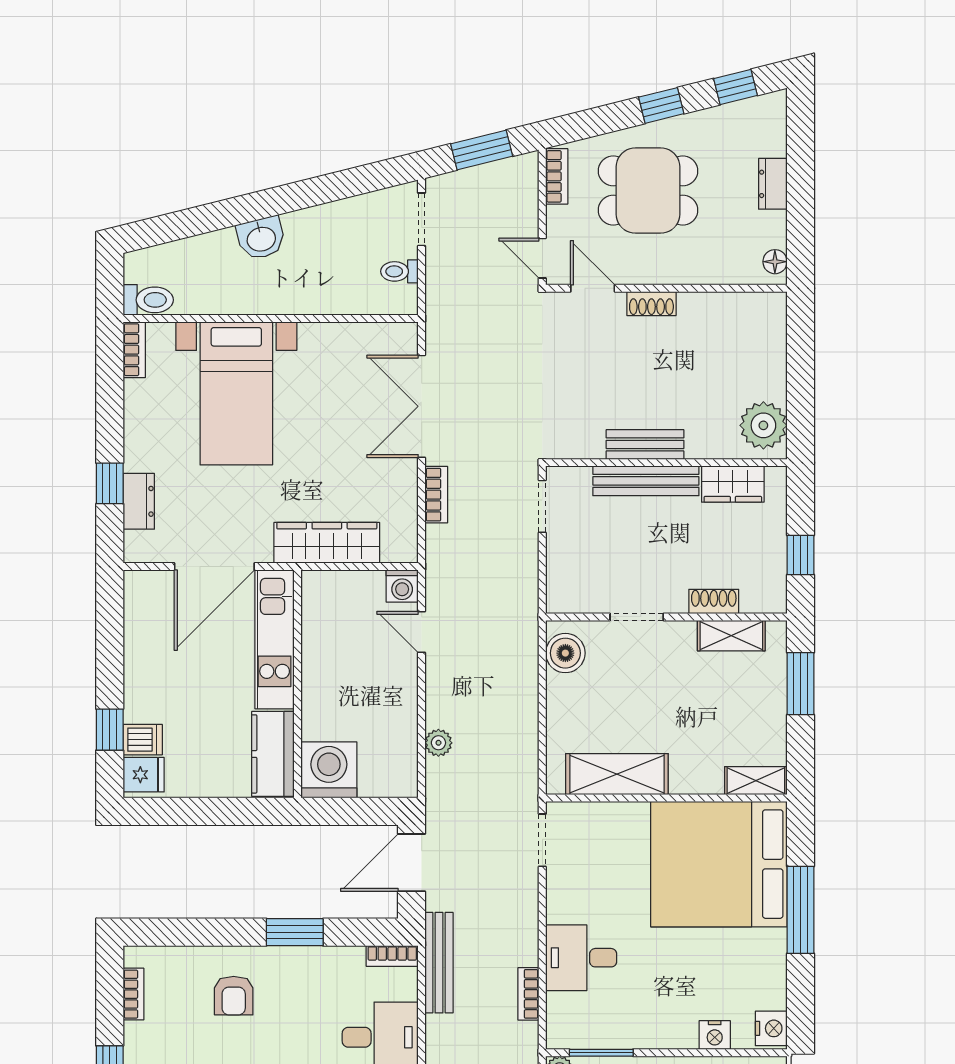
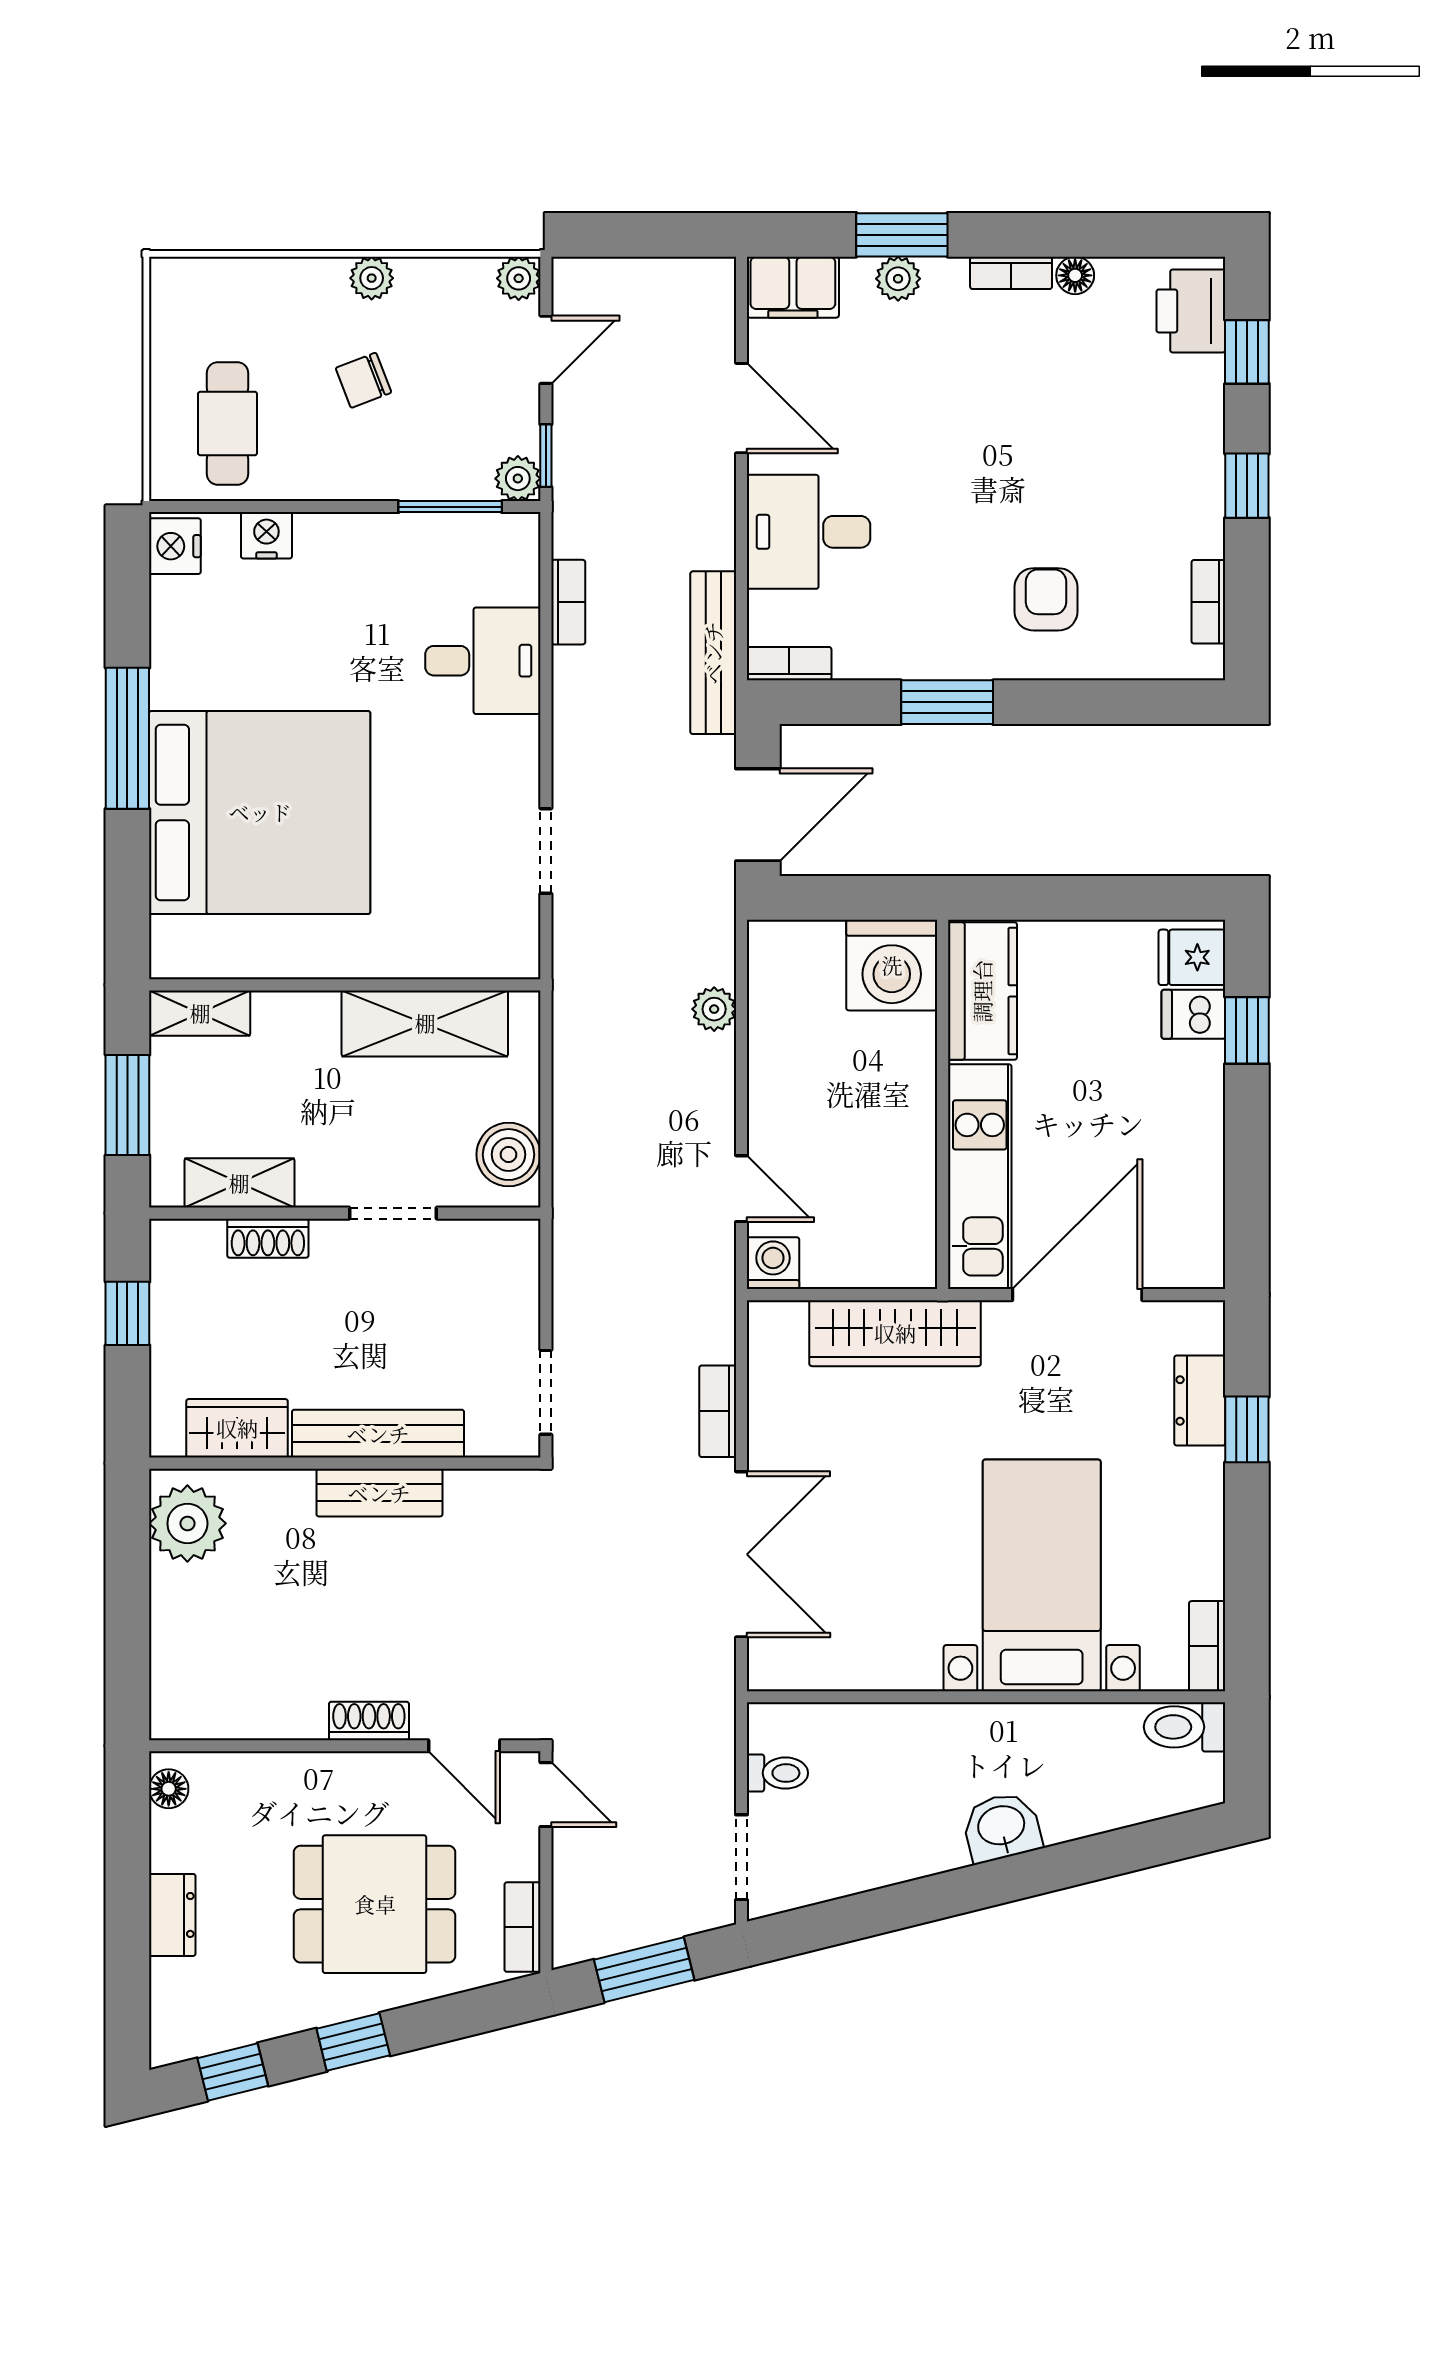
shelving: (617, 774) -> (425, 1023), moved
shelving: (756, 781) -> (200, 1013), moved
wall: (666, 798) -> (345, 985), moved

